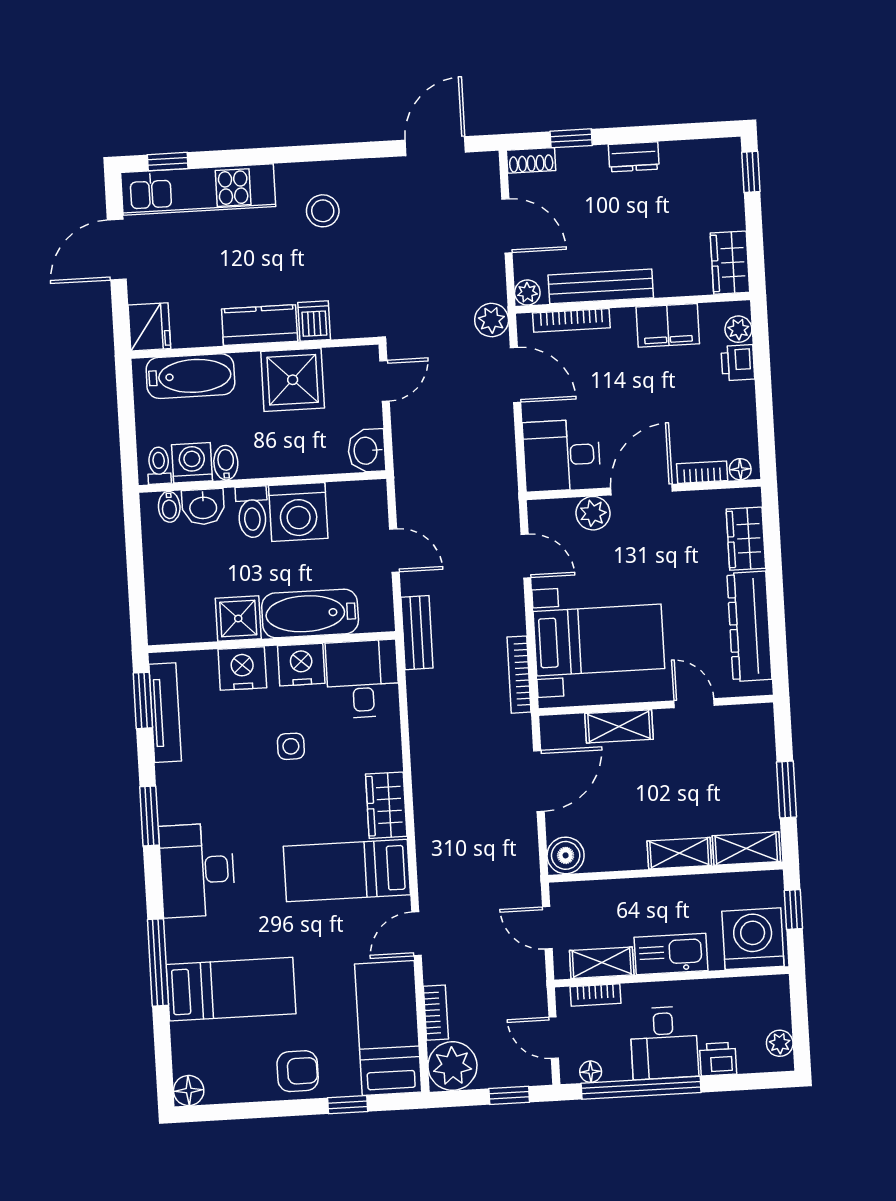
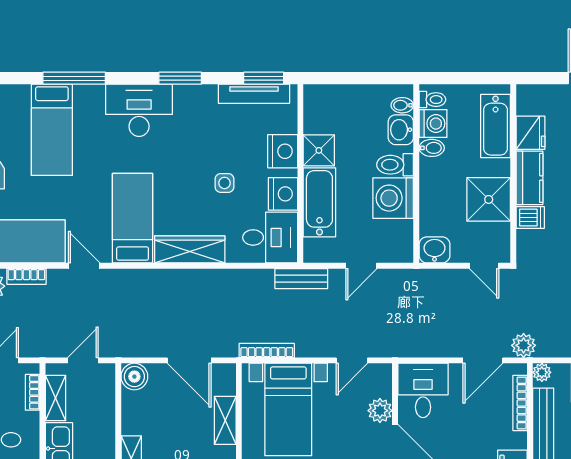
fridge: (149, 327) -> (530, 133), moved, turned -90
wardrobe: (386, 805) -> (190, 249), width x1.50

